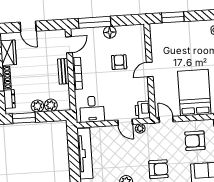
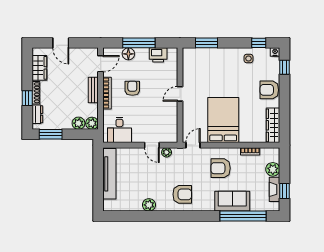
window: (95, 22) -> (139, 43), moved
floor lamp: (110, 32) -> (128, 54), moved
armchair: (119, 62) -> (132, 88), moved
plant: (37, 106) -> (92, 123), moved
printer: (143, 110) -> (158, 55), moved, turned -90
door: (166, 120) -> (193, 145), hinge flipped

